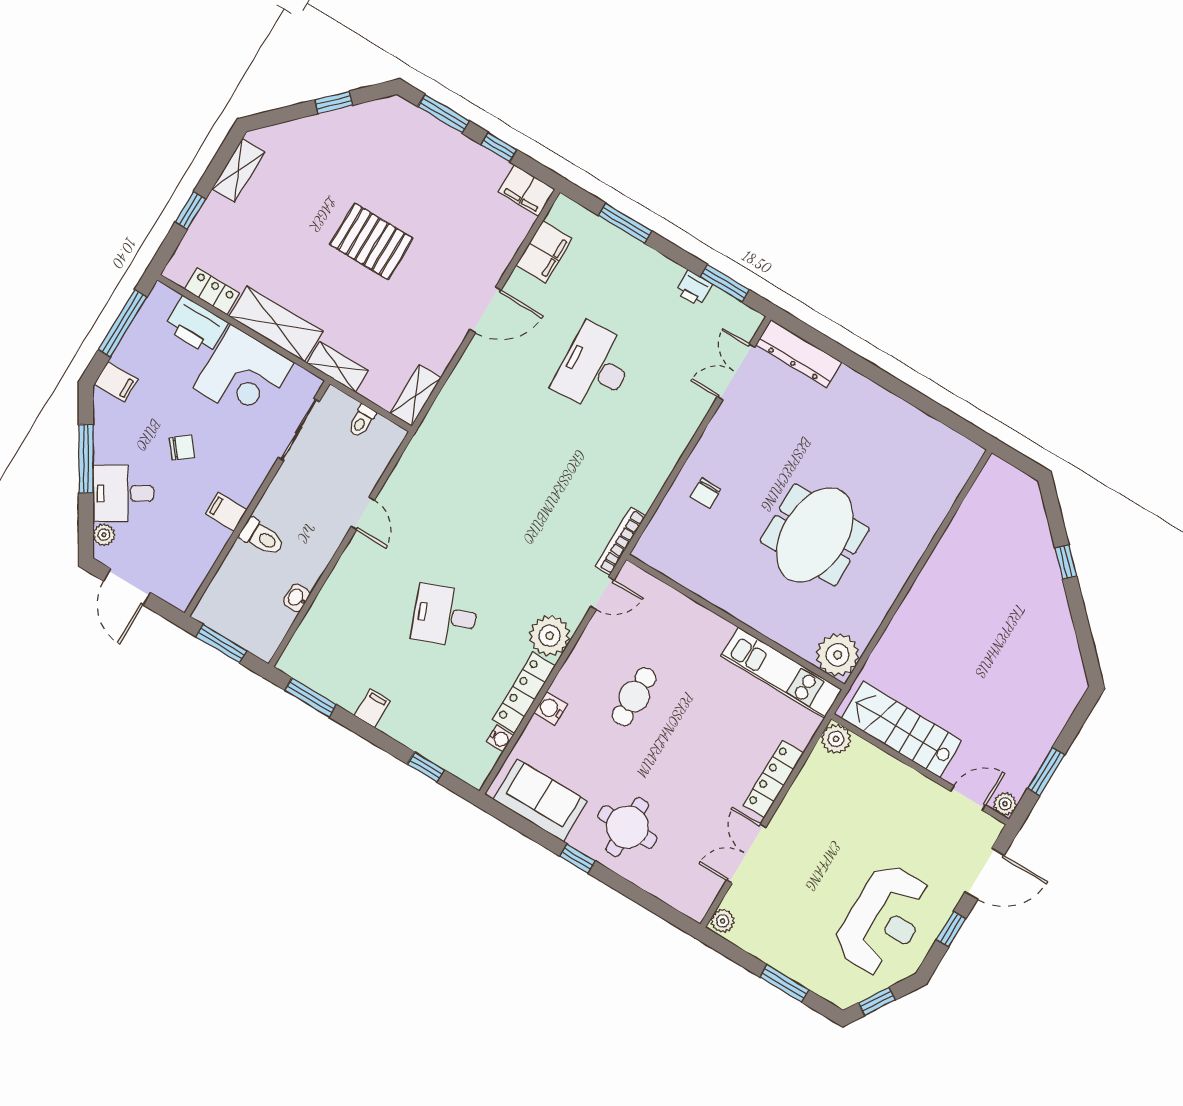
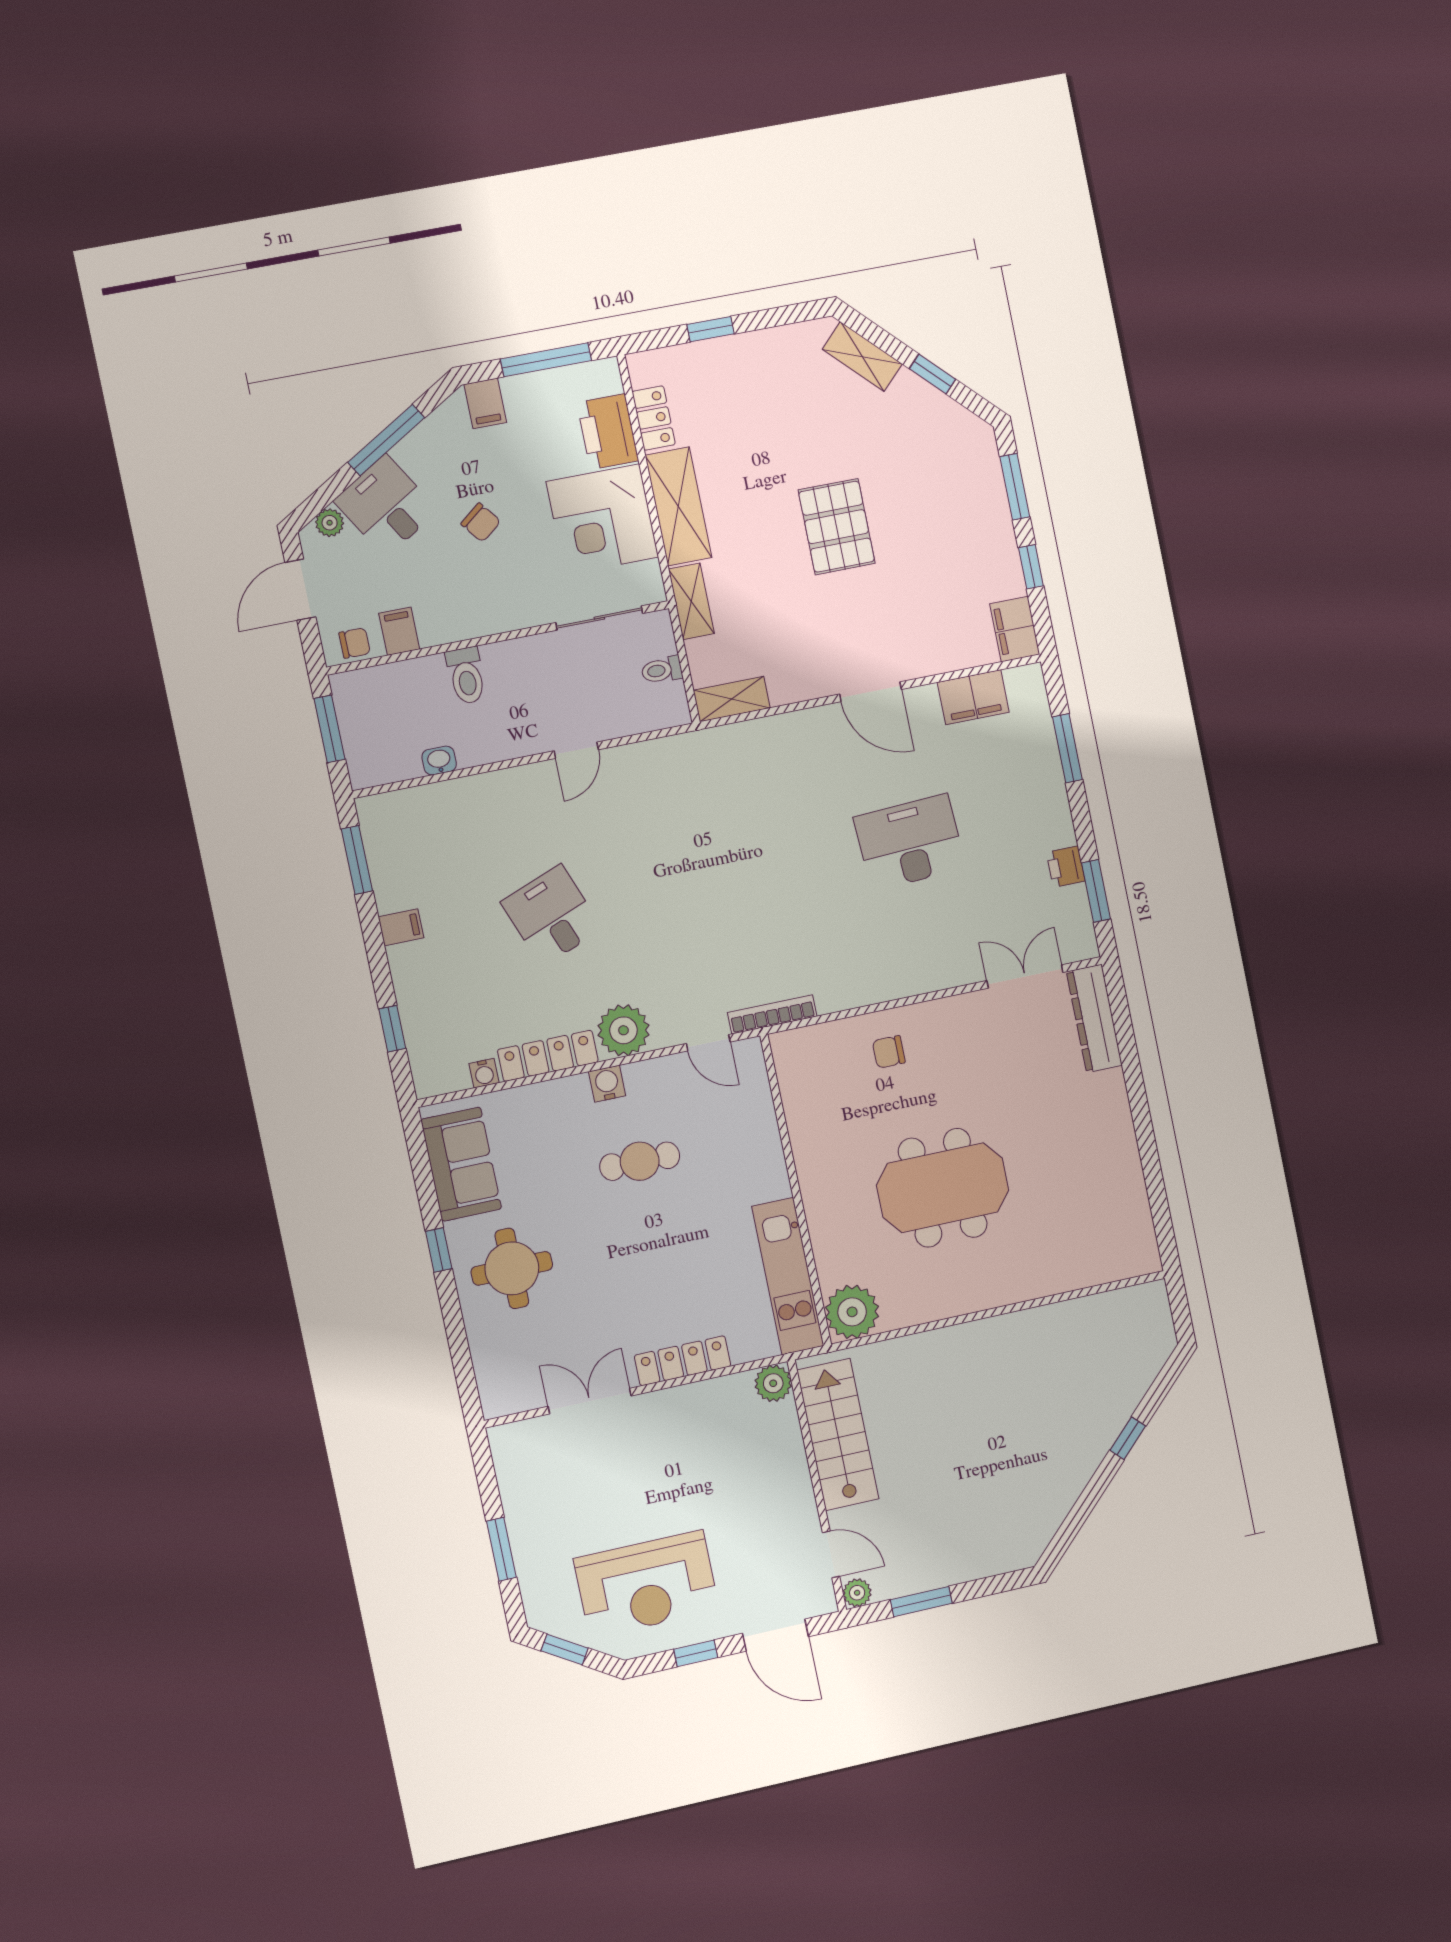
shelving: (238, 171) -> (862, 357), moved, turned 45
filing cabinet: (226, 512) -> (399, 631), moved
chair: (185, 584) -> (355, 643), added
water cooler: (551, 709) -> (607, 1084), moved
plant: (723, 921) -> (506, 1438), removed

